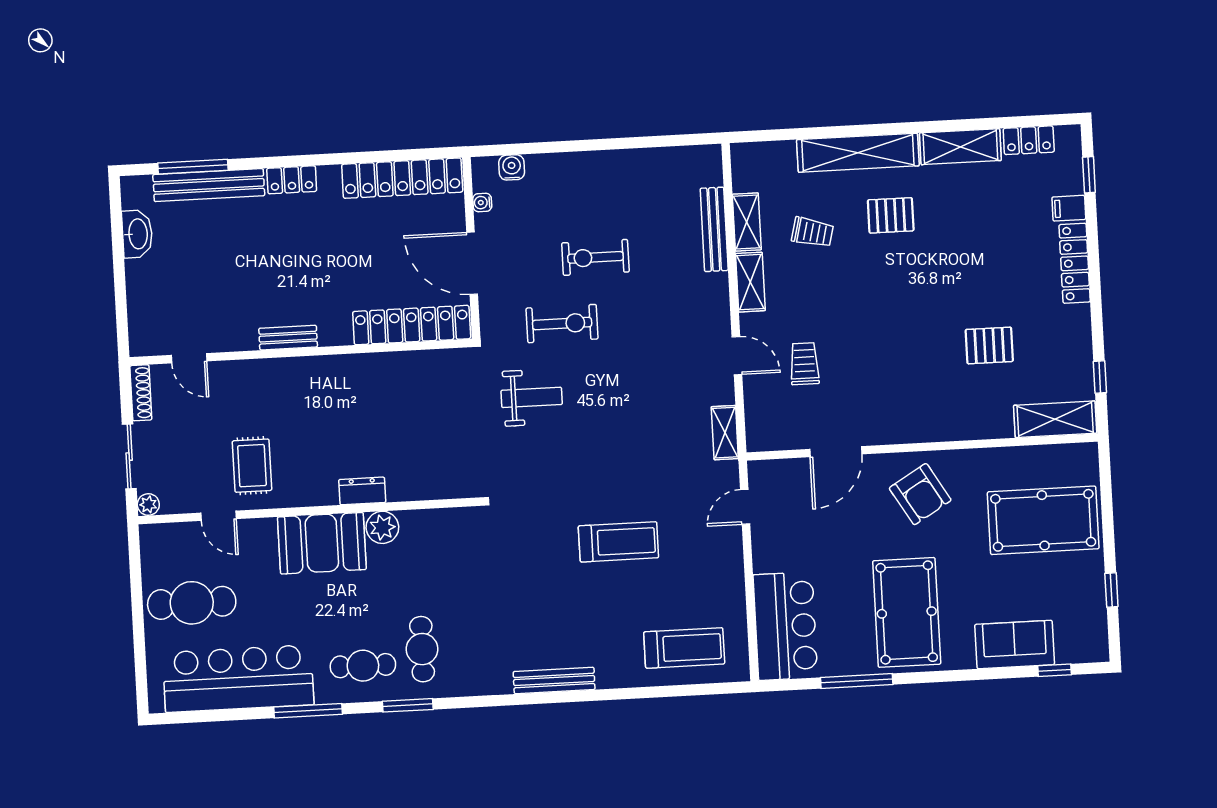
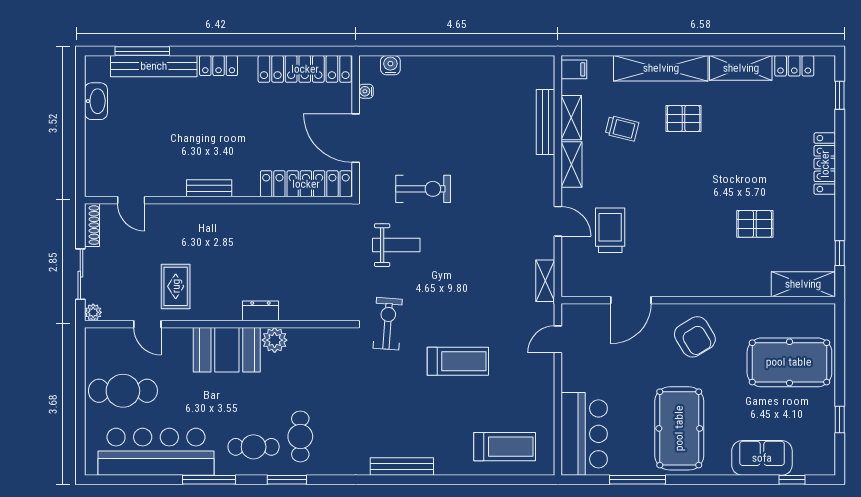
filing cabinet: (1069, 208) -> (574, 69), moved, turned 180
exercise bike: (595, 257) -> (388, 324), moved, turned 94
trolley: (804, 364) -> (610, 230), width x1.36, depth x1.39

